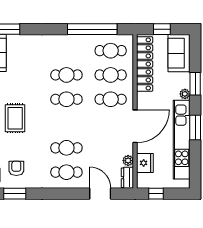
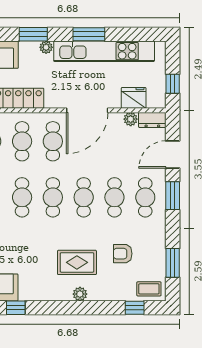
cafe table: (66, 124) -> (84, 197), added
door: (135, 126) -> (87, 110), swing flipped
armchair: (16, 168) -> (123, 254), moved
window: (68, 194) -> (173, 196), added

